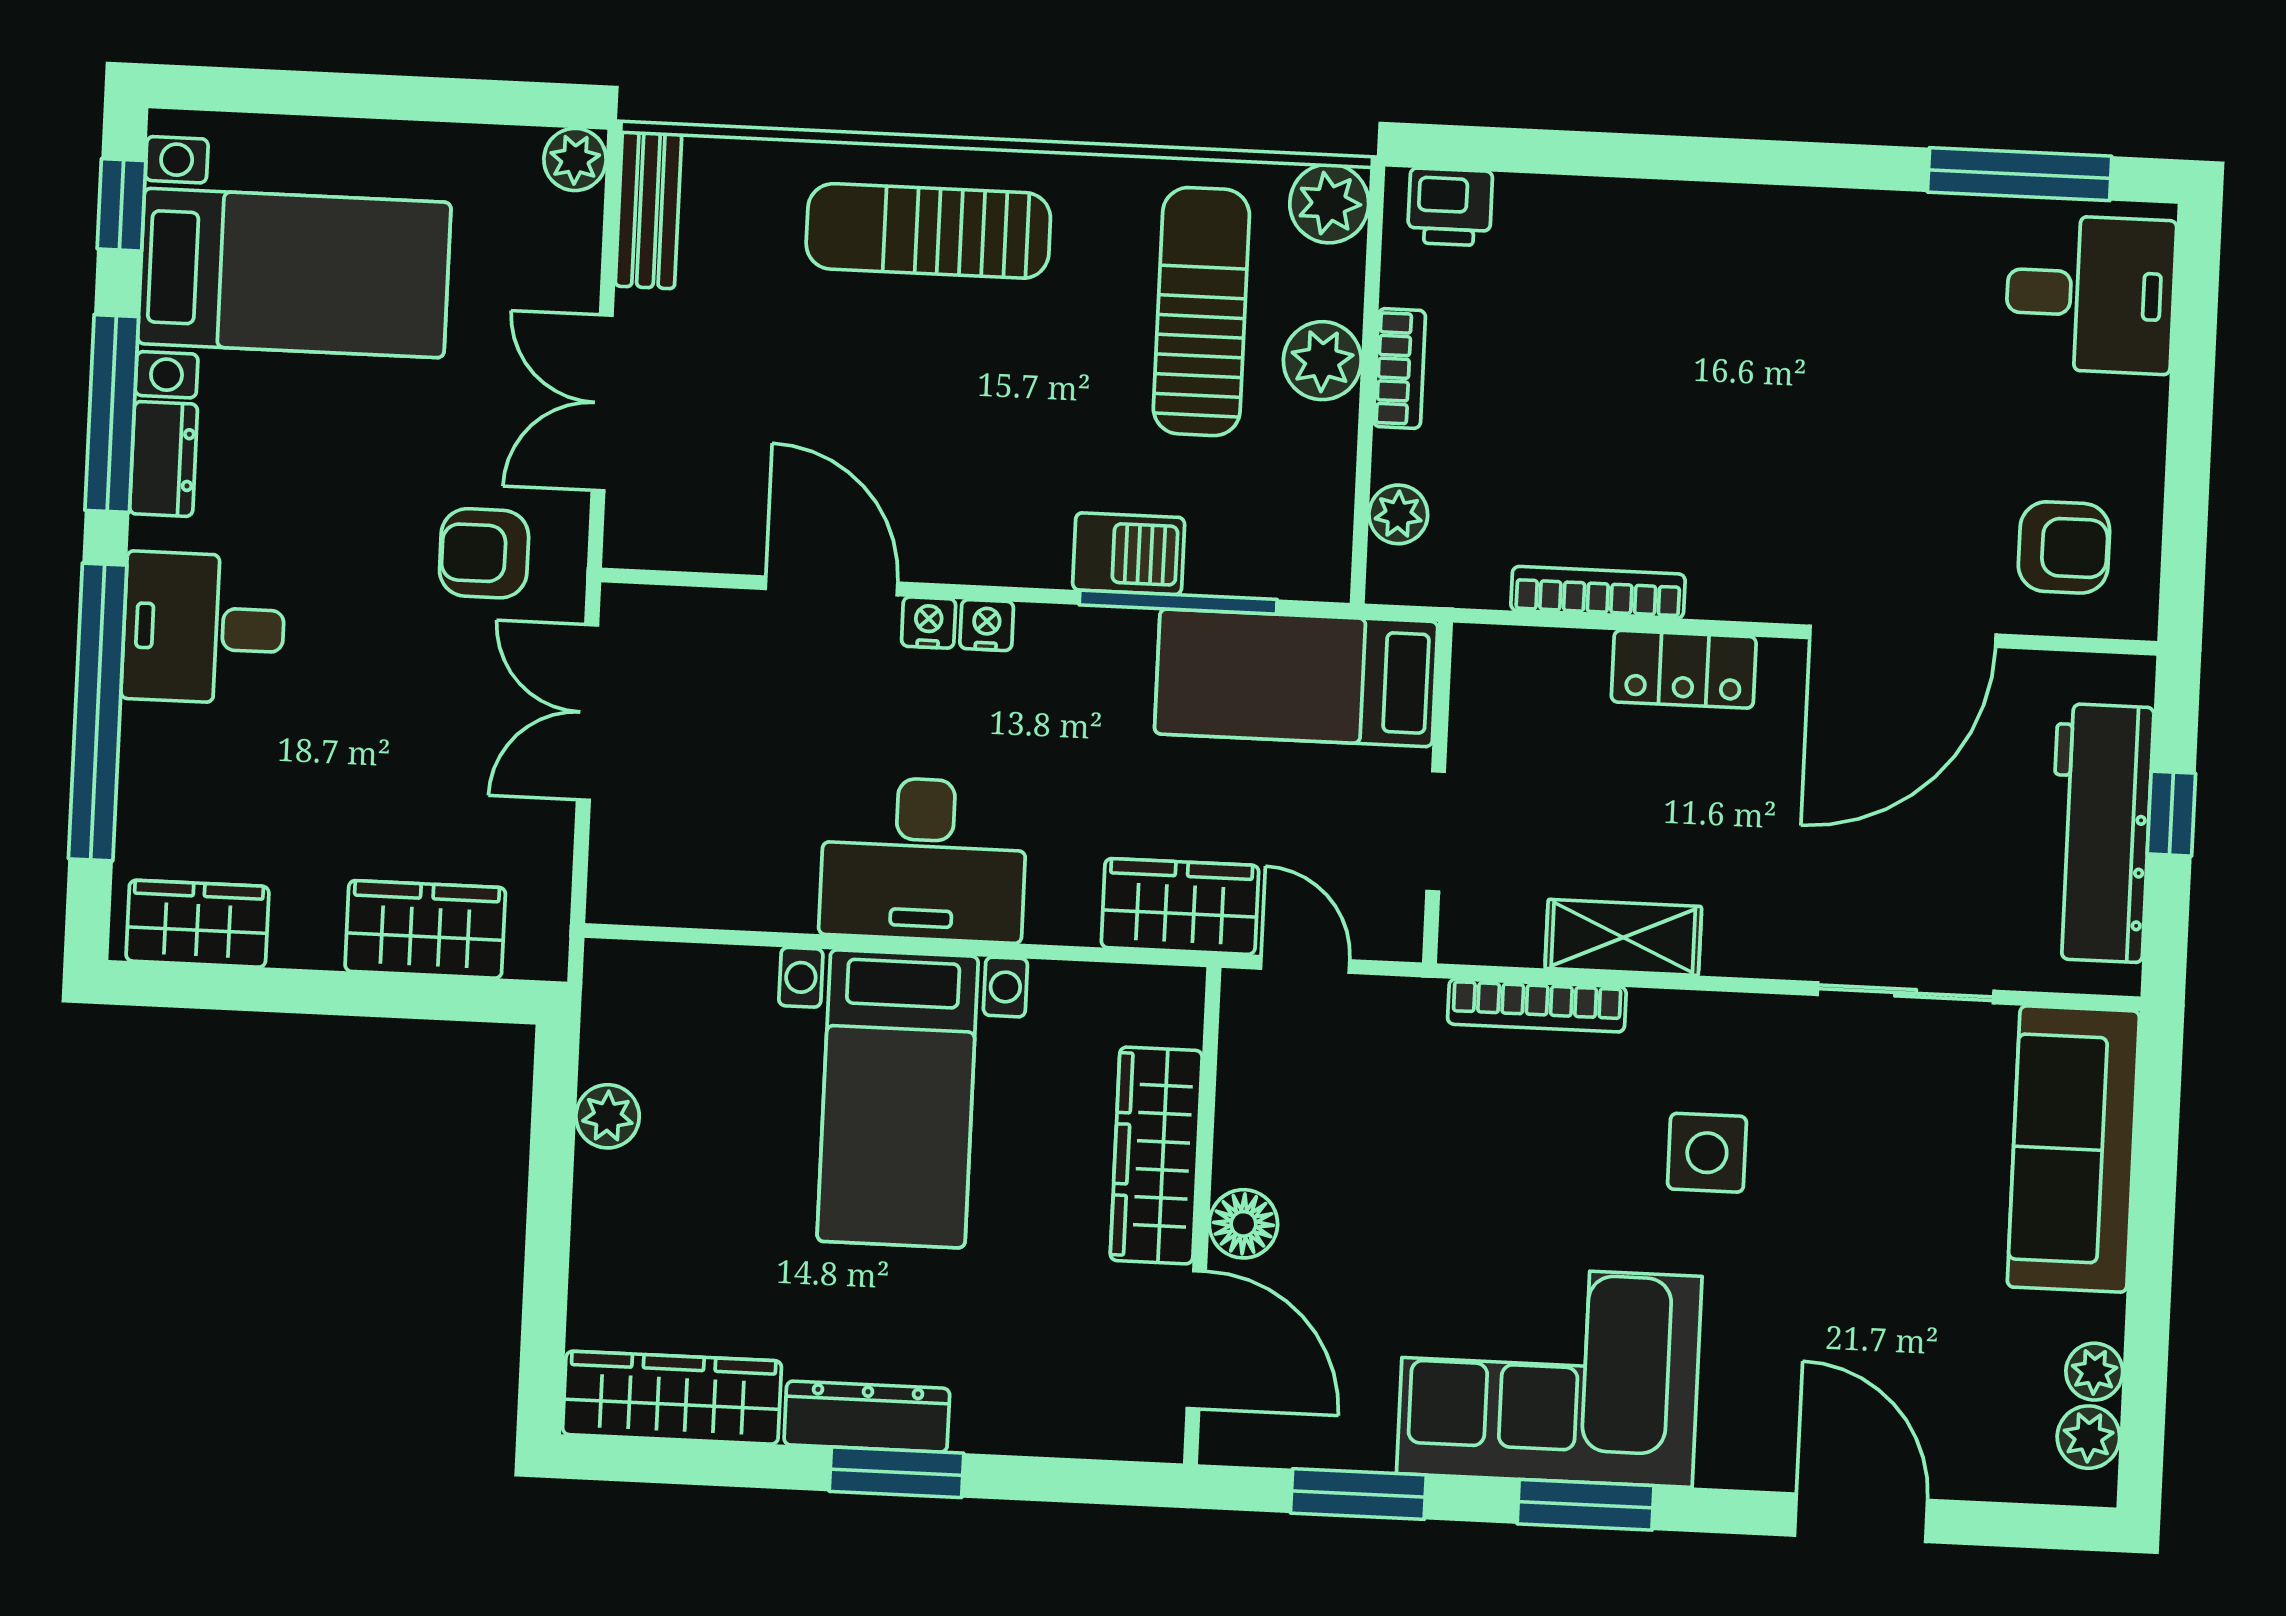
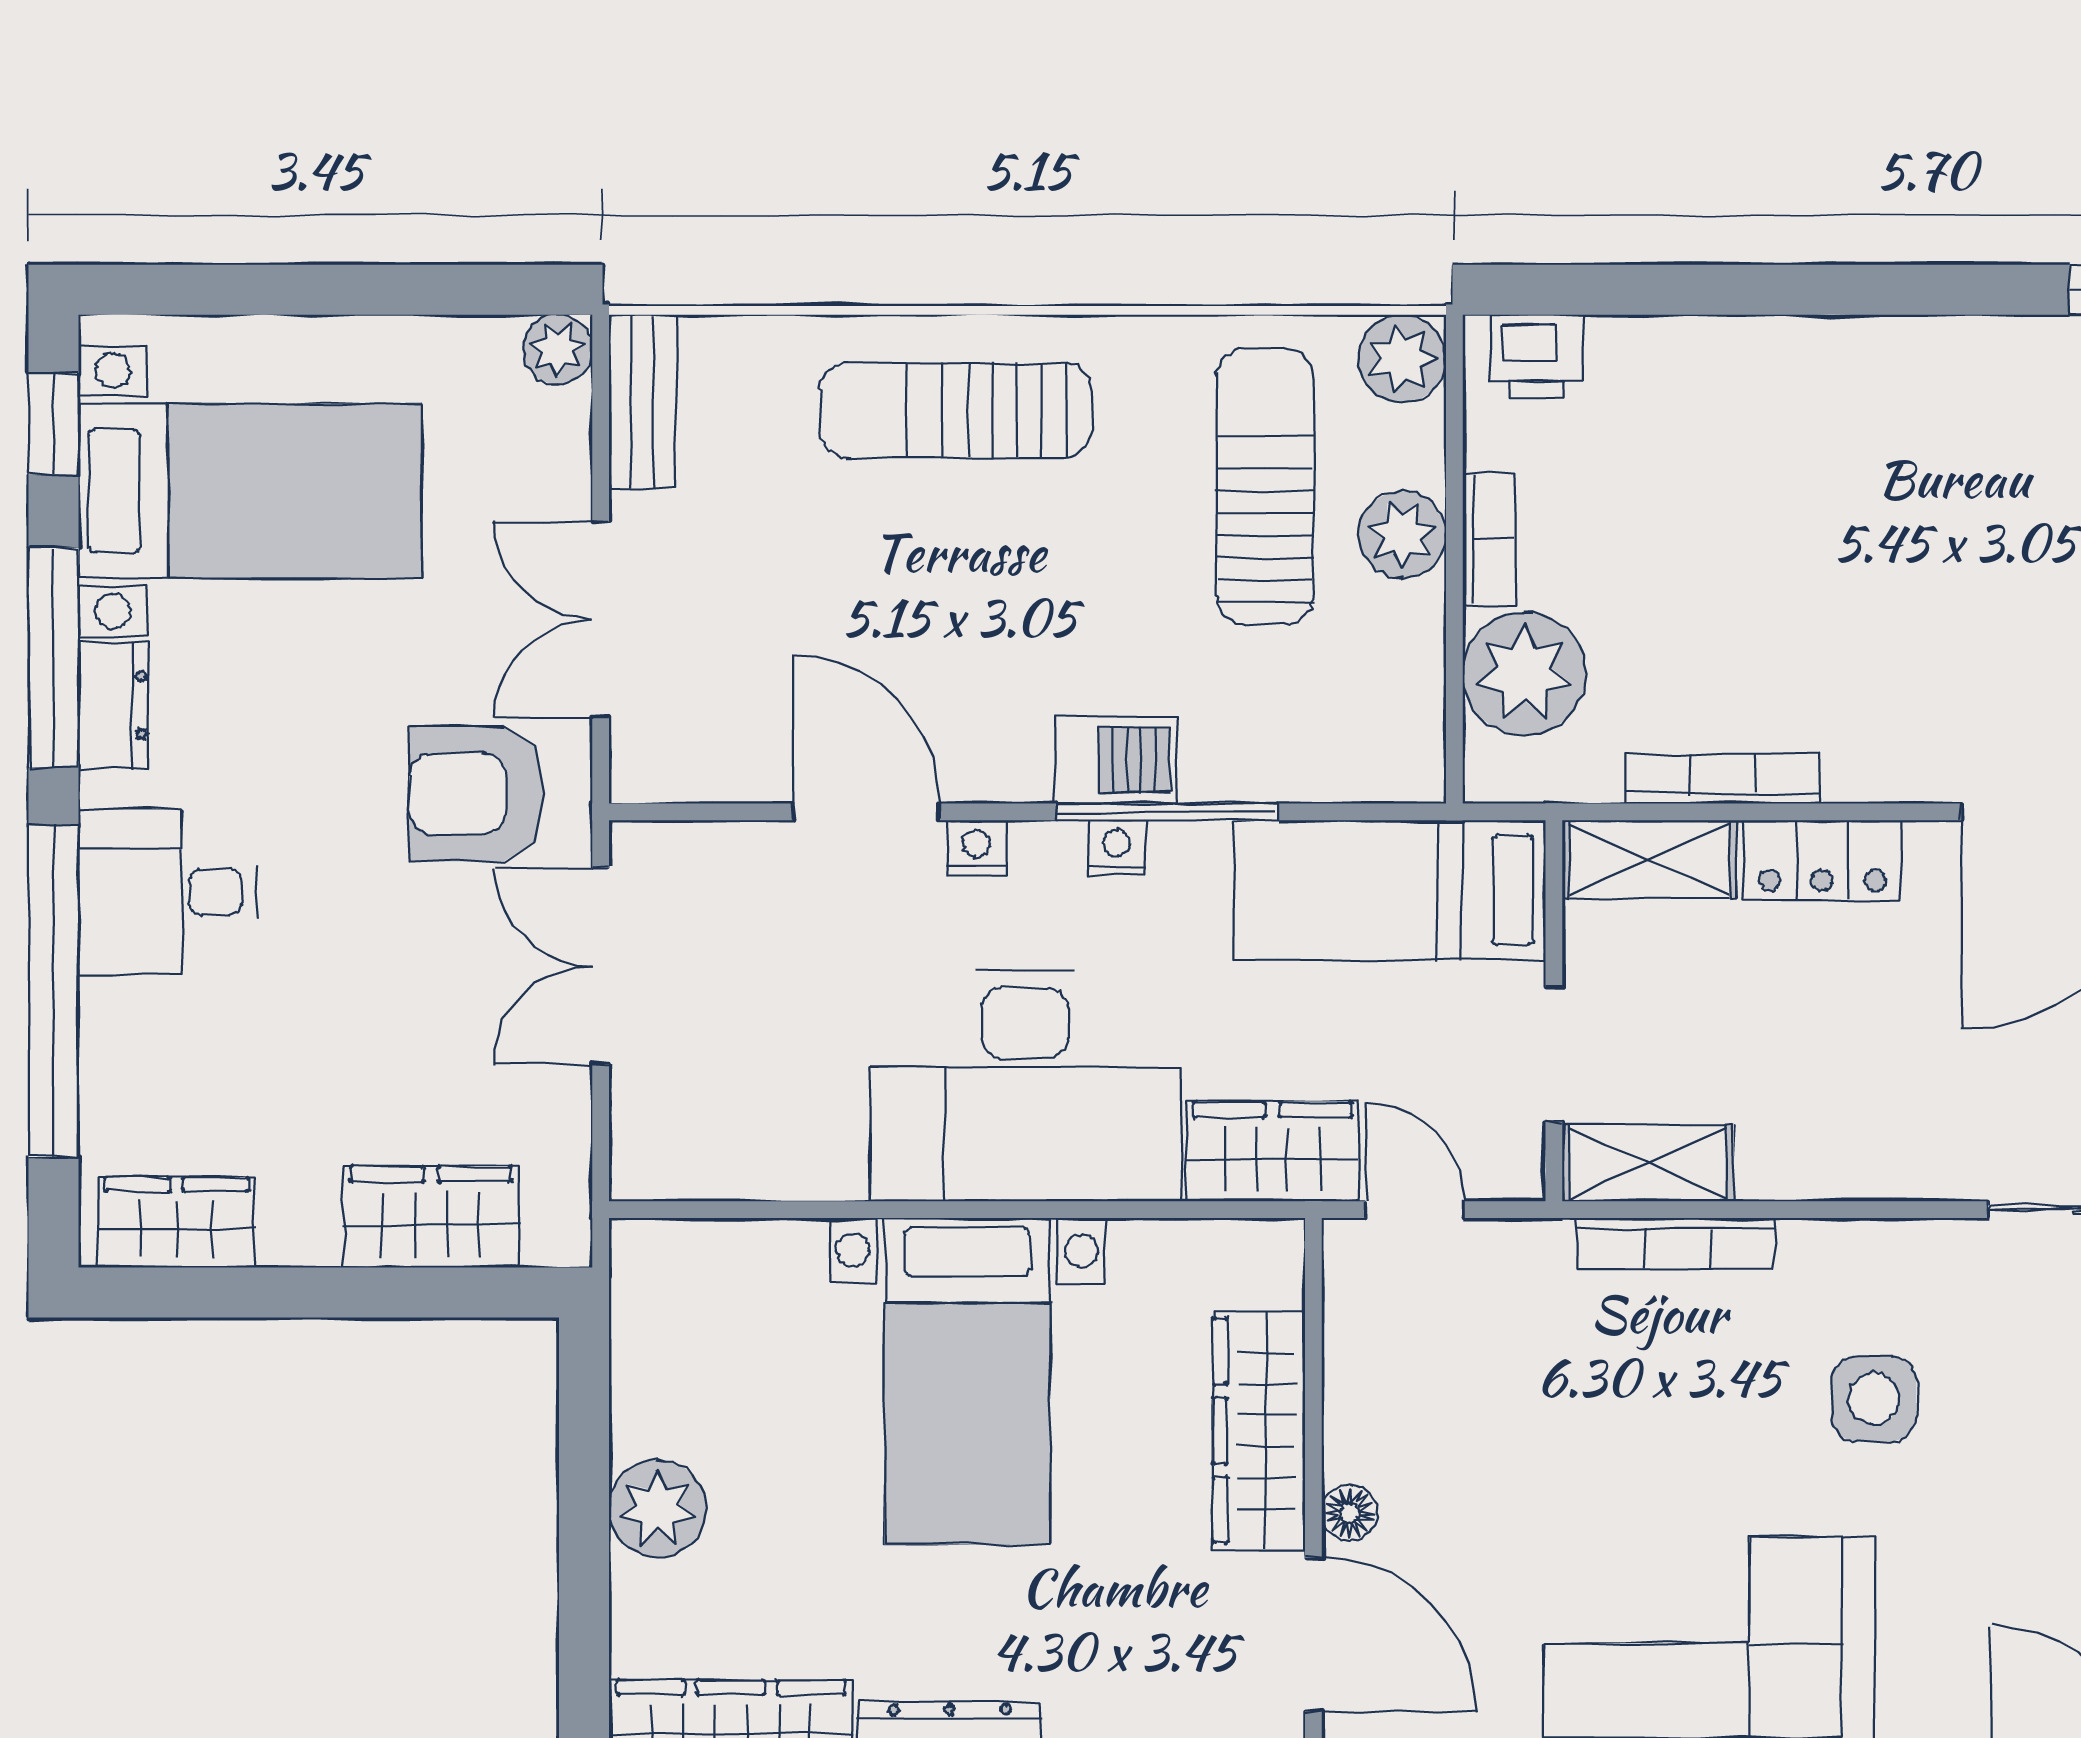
plant: (1398, 514) -> (1524, 674), width x1.88, depth x1.88
armchair: (484, 553) -> (477, 794), width x1.38, depth x1.38
barbecue: (1129, 554) -> (1116, 760), moved
window: (1178, 602) -> (1167, 812), moved
nightstand: (987, 625) -> (1117, 848), moved
shelving: (1529, 661) -> (1649, 859), added
desk: (924, 859) -> (1025, 1085), width x1.36, depth x1.30
shelving: (1623, 937) -> (1648, 1163), moved
plant: (608, 1116) -> (658, 1508), moved, width x1.38, depth x1.38
floor lamp: (1243, 1224) -> (1350, 1513), width x0.73, depth x0.73

